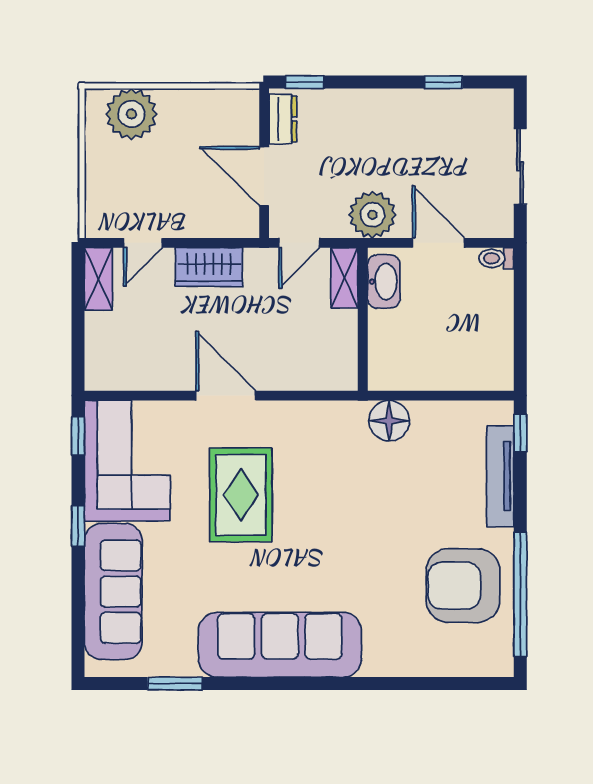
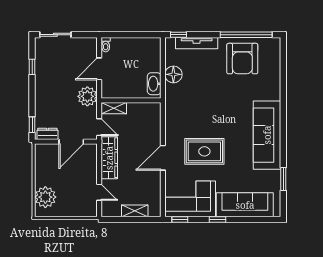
sliding door: (520, 166) -> (55, 35), moved
wardrobe: (209, 267) -> (109, 158), width x1.50
shelving: (98, 279) -> (135, 211), moved
washbasin: (384, 282) -> (154, 84), moved, turned -90
floor lamp: (389, 421) -> (173, 74), moved

